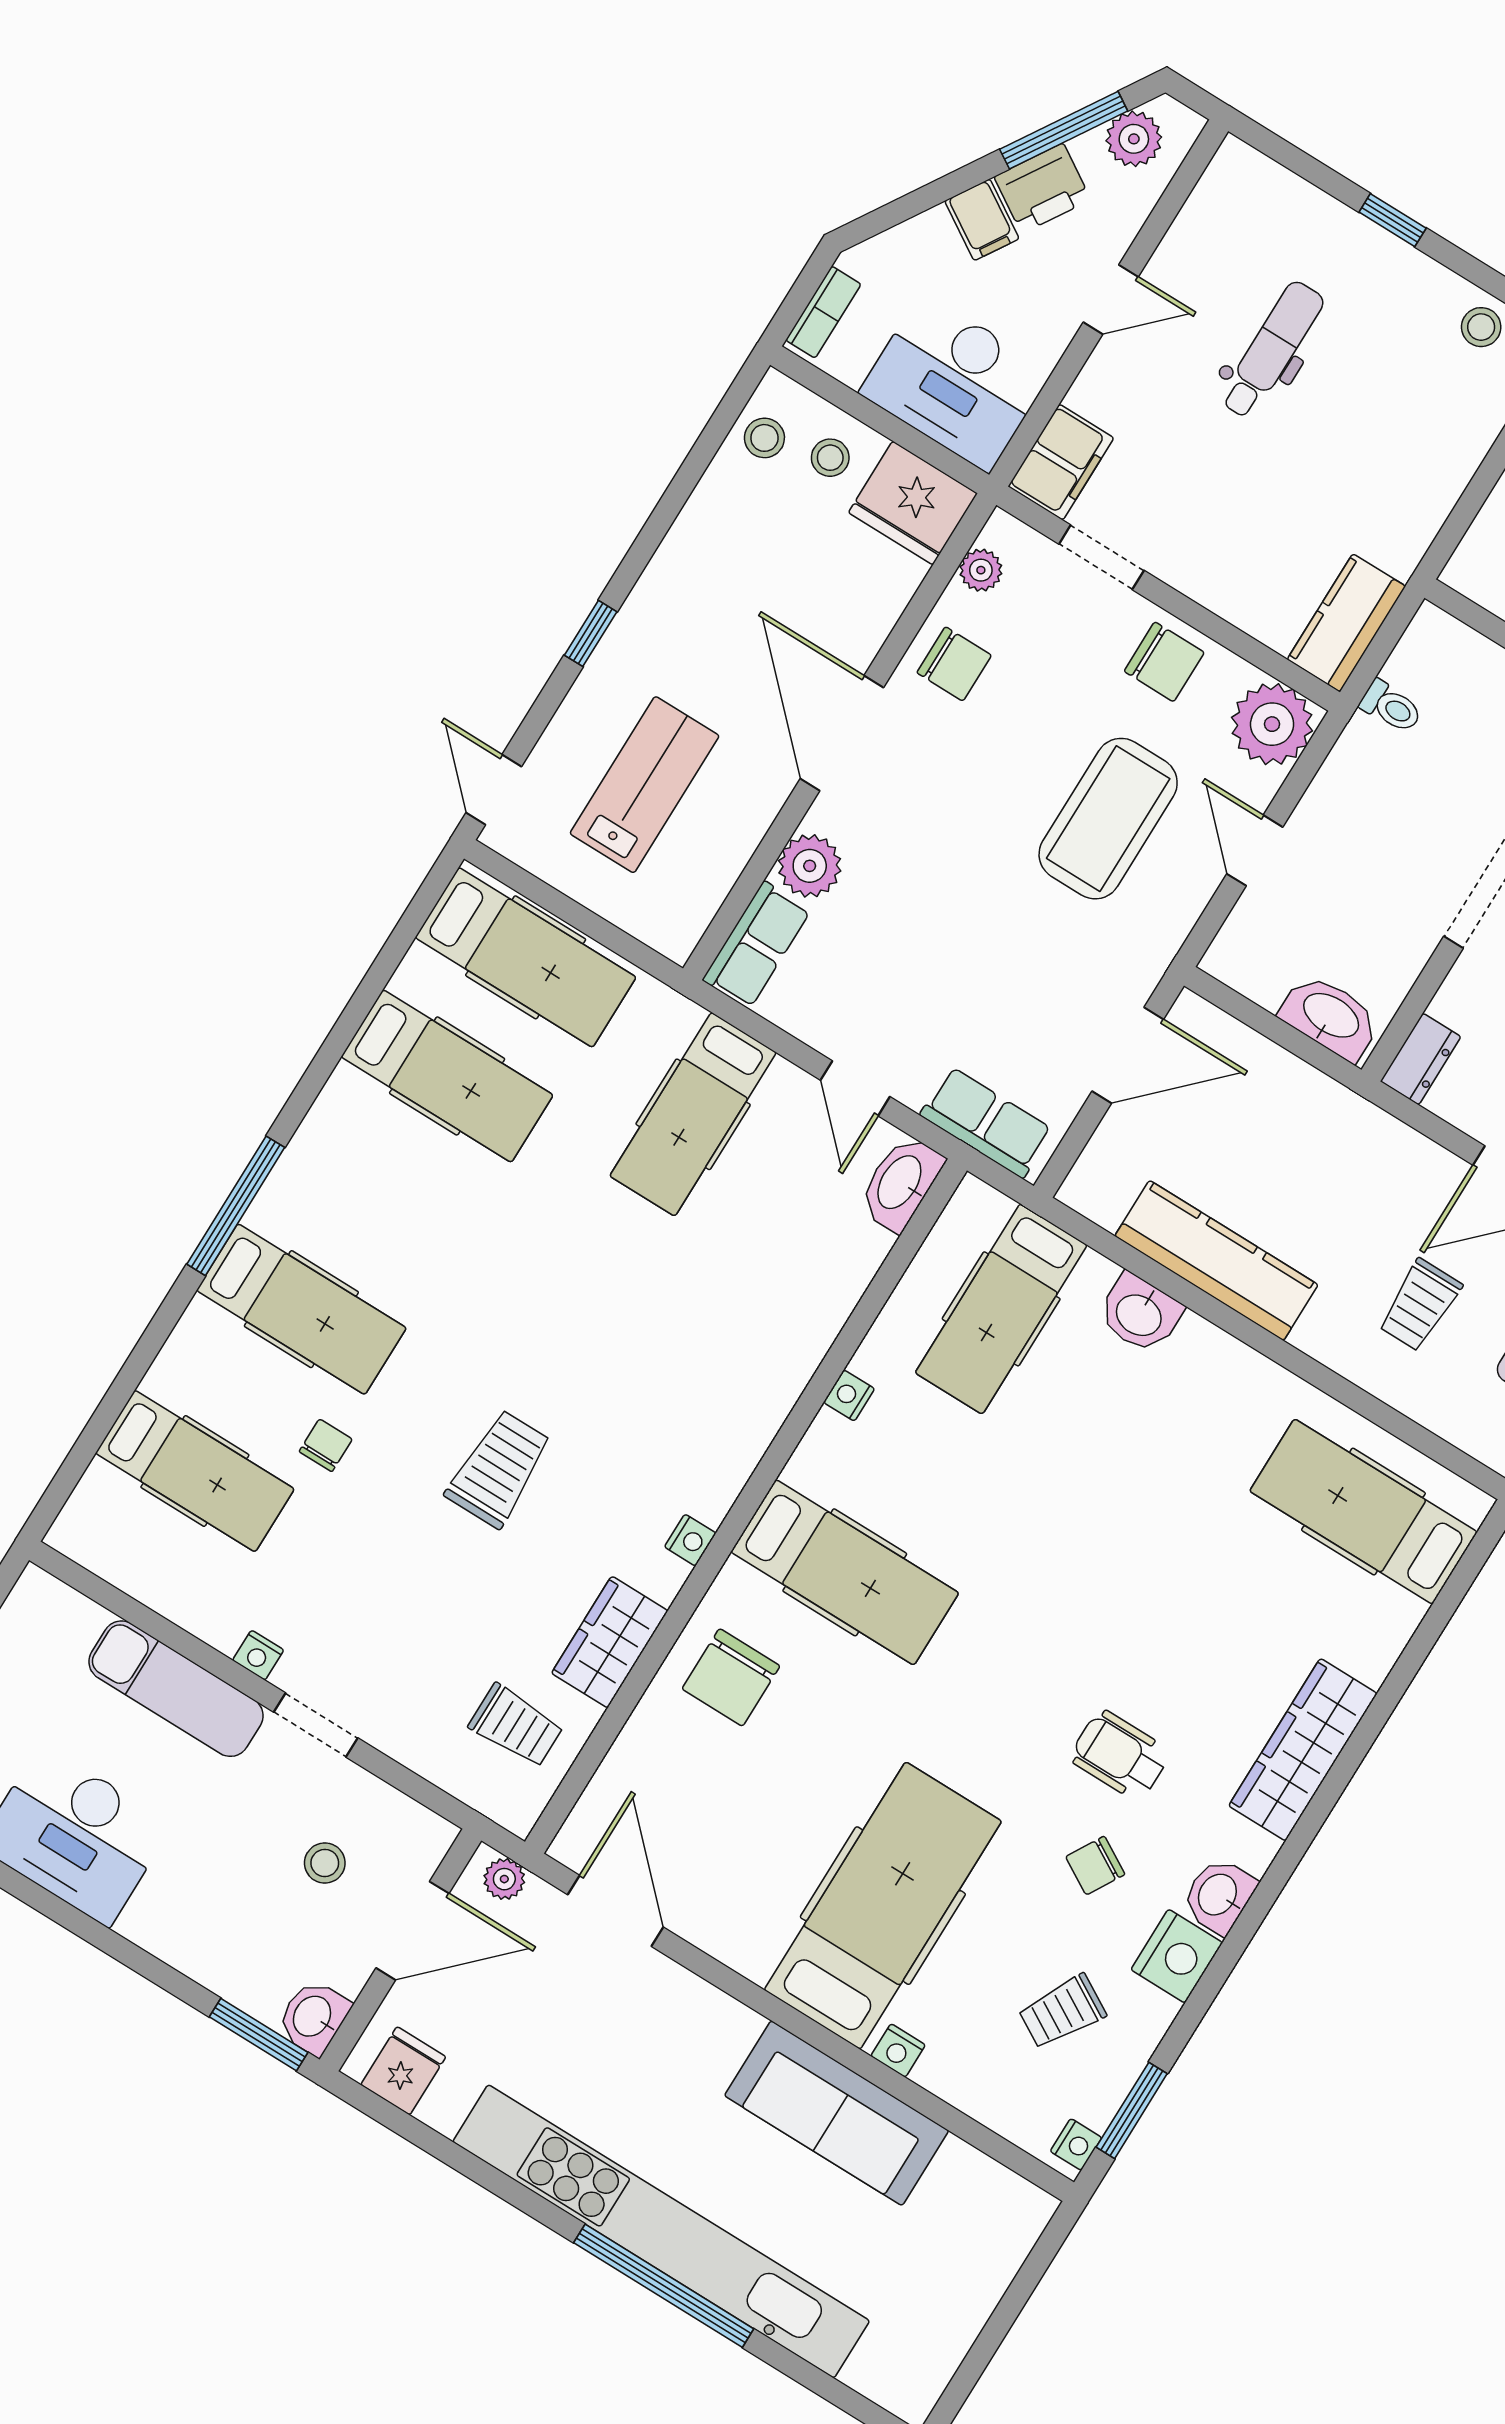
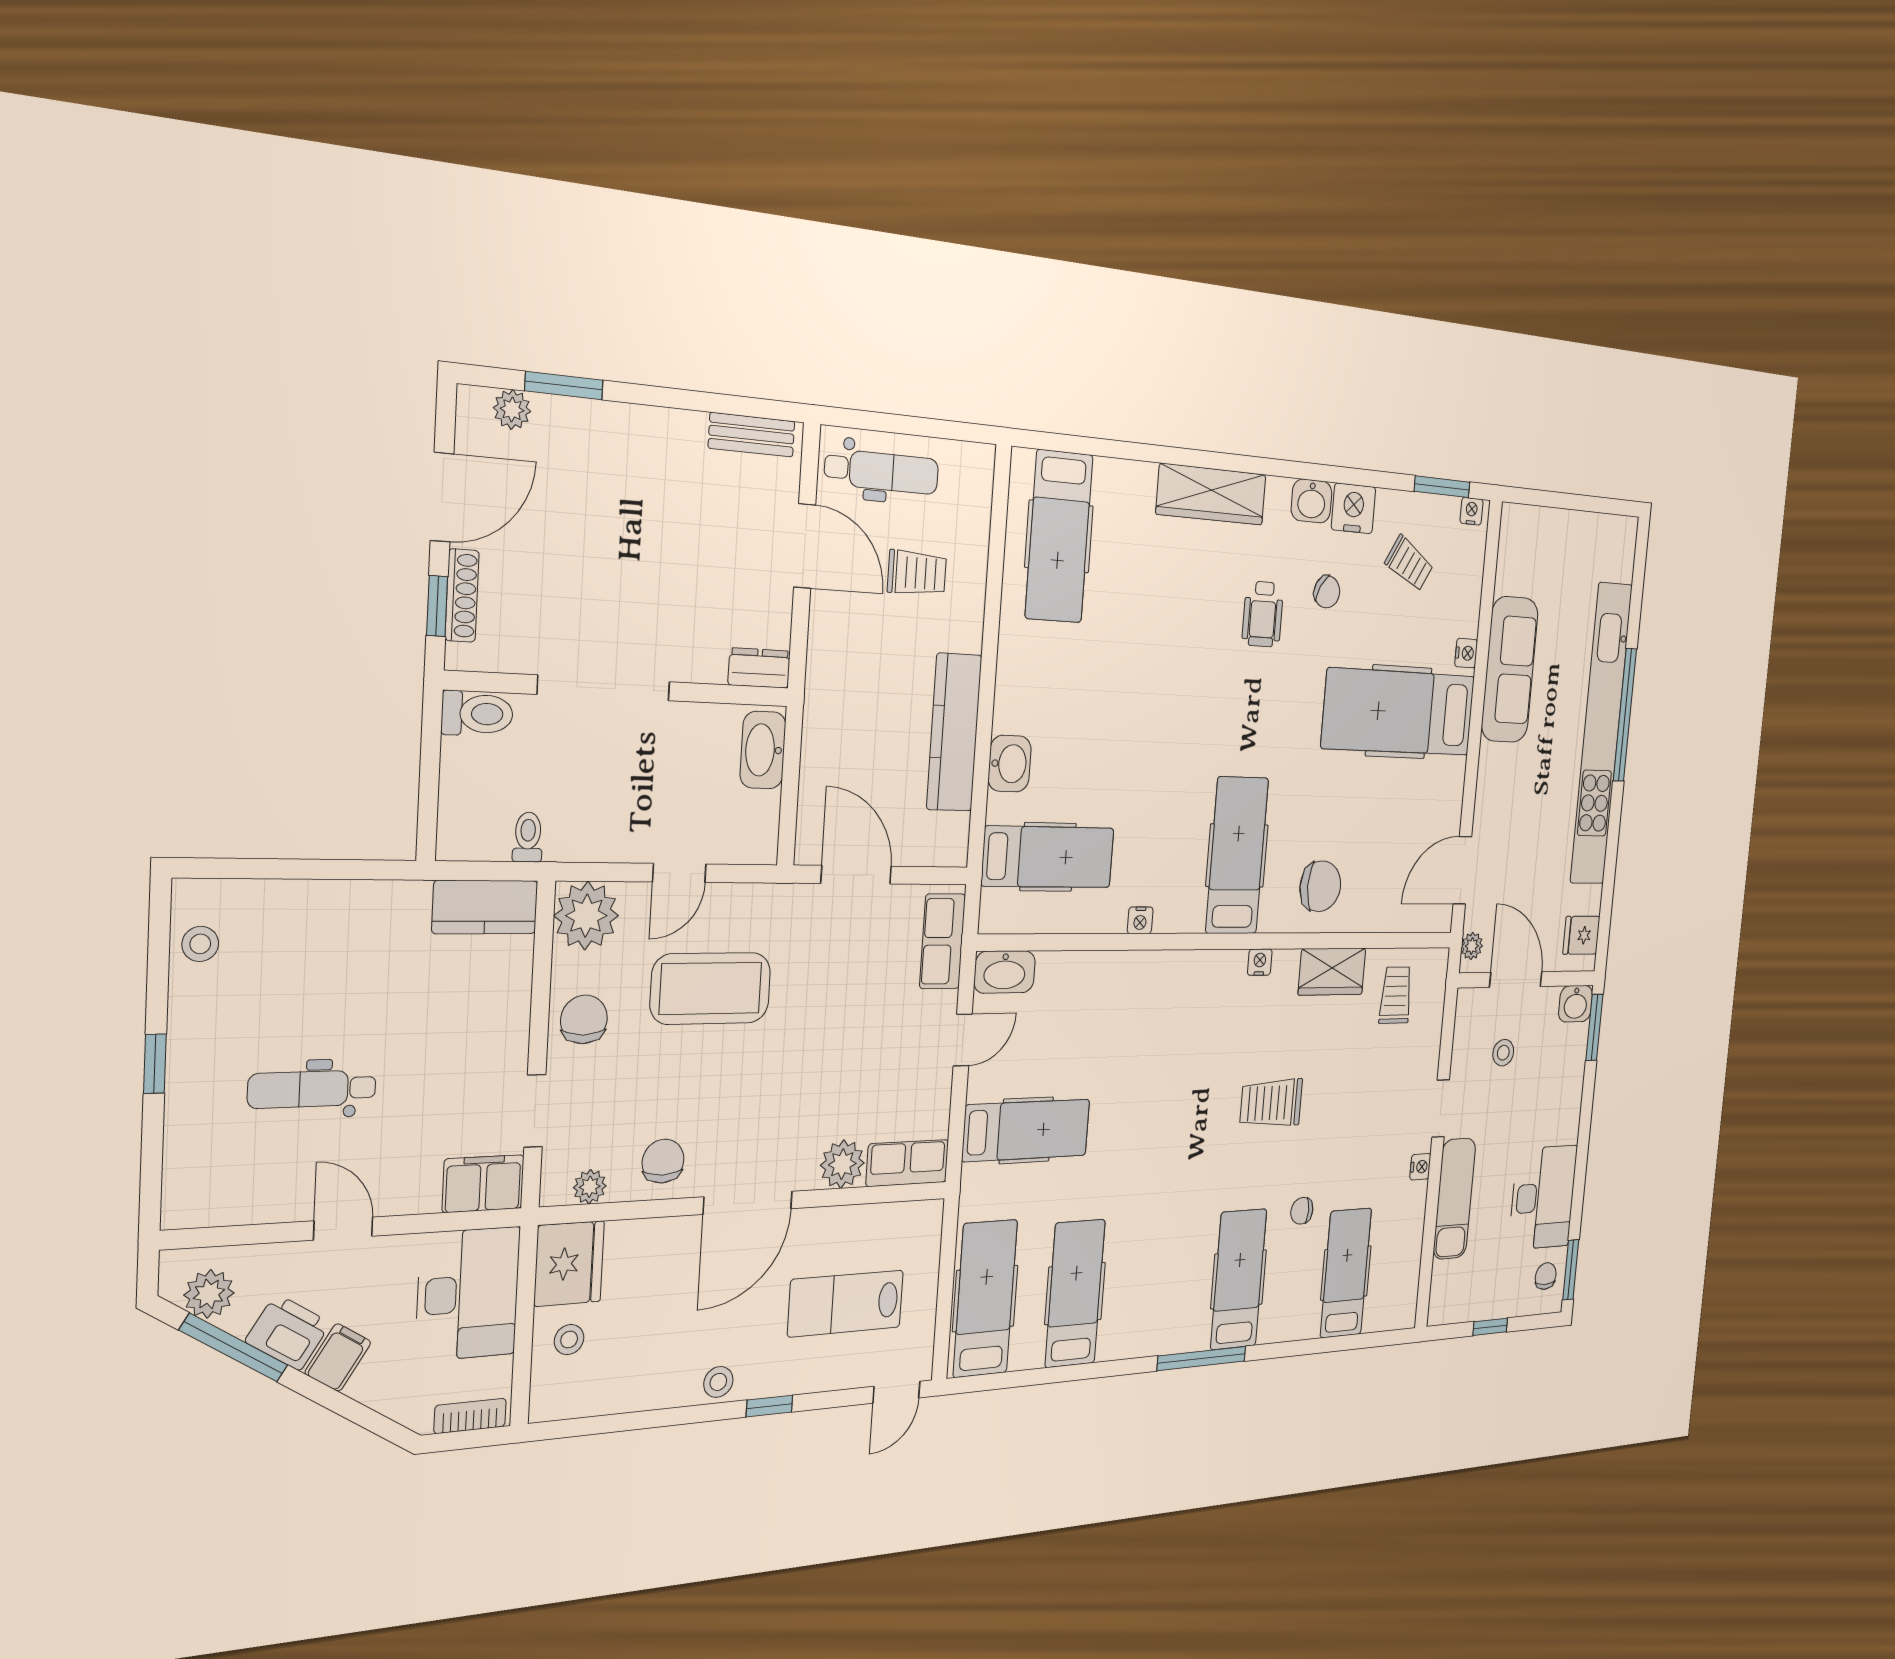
stool: (764, 438) -> (718, 1382), moved

